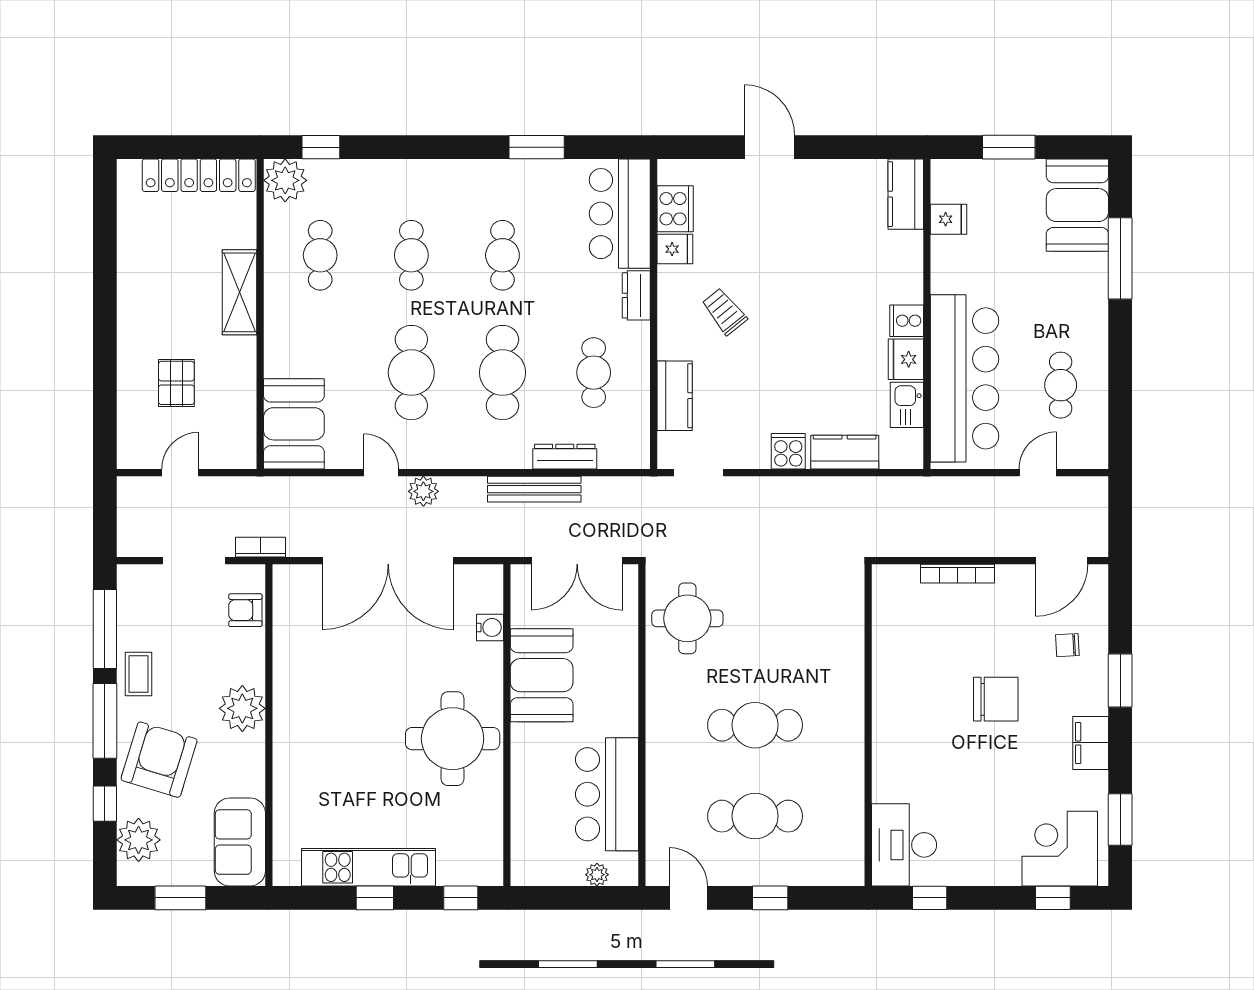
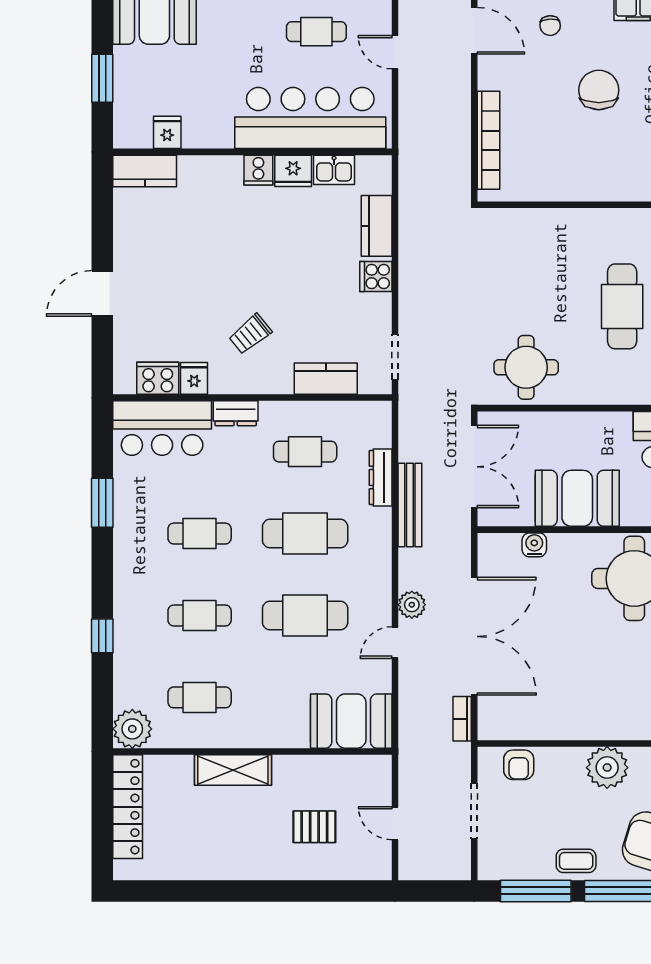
window: (321, 147) -> (102, 636), moved
bookcase: (260, 547) -> (462, 719), moved
bookcase: (957, 574) -> (489, 140), width x1.48, depth x1.31

